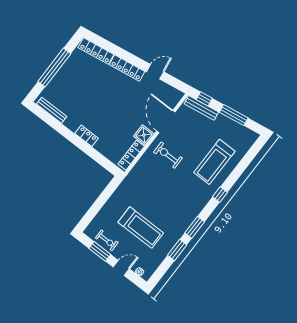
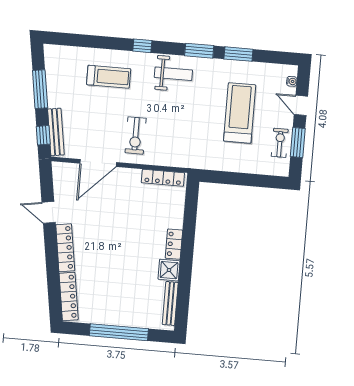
shower: (144, 135) -> (169, 270), moved
treadmill: (214, 162) -> (109, 77), width x0.73, depth x0.73
weight bench: (191, 203) -> (173, 74), added

